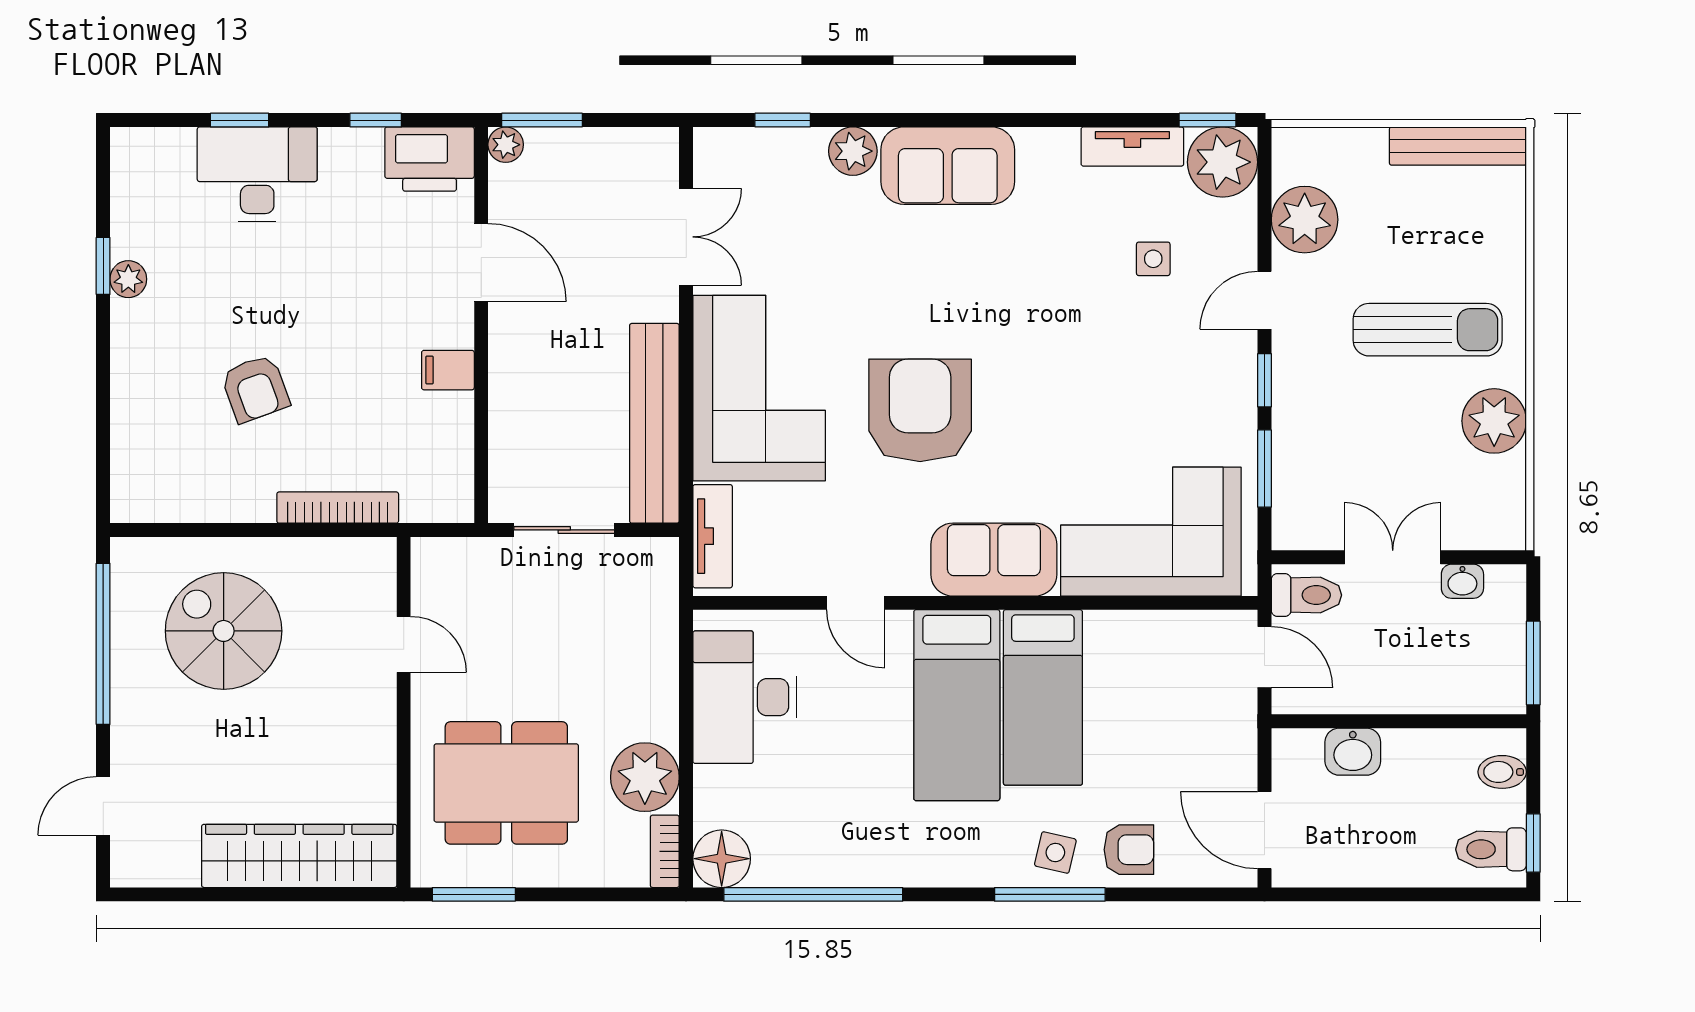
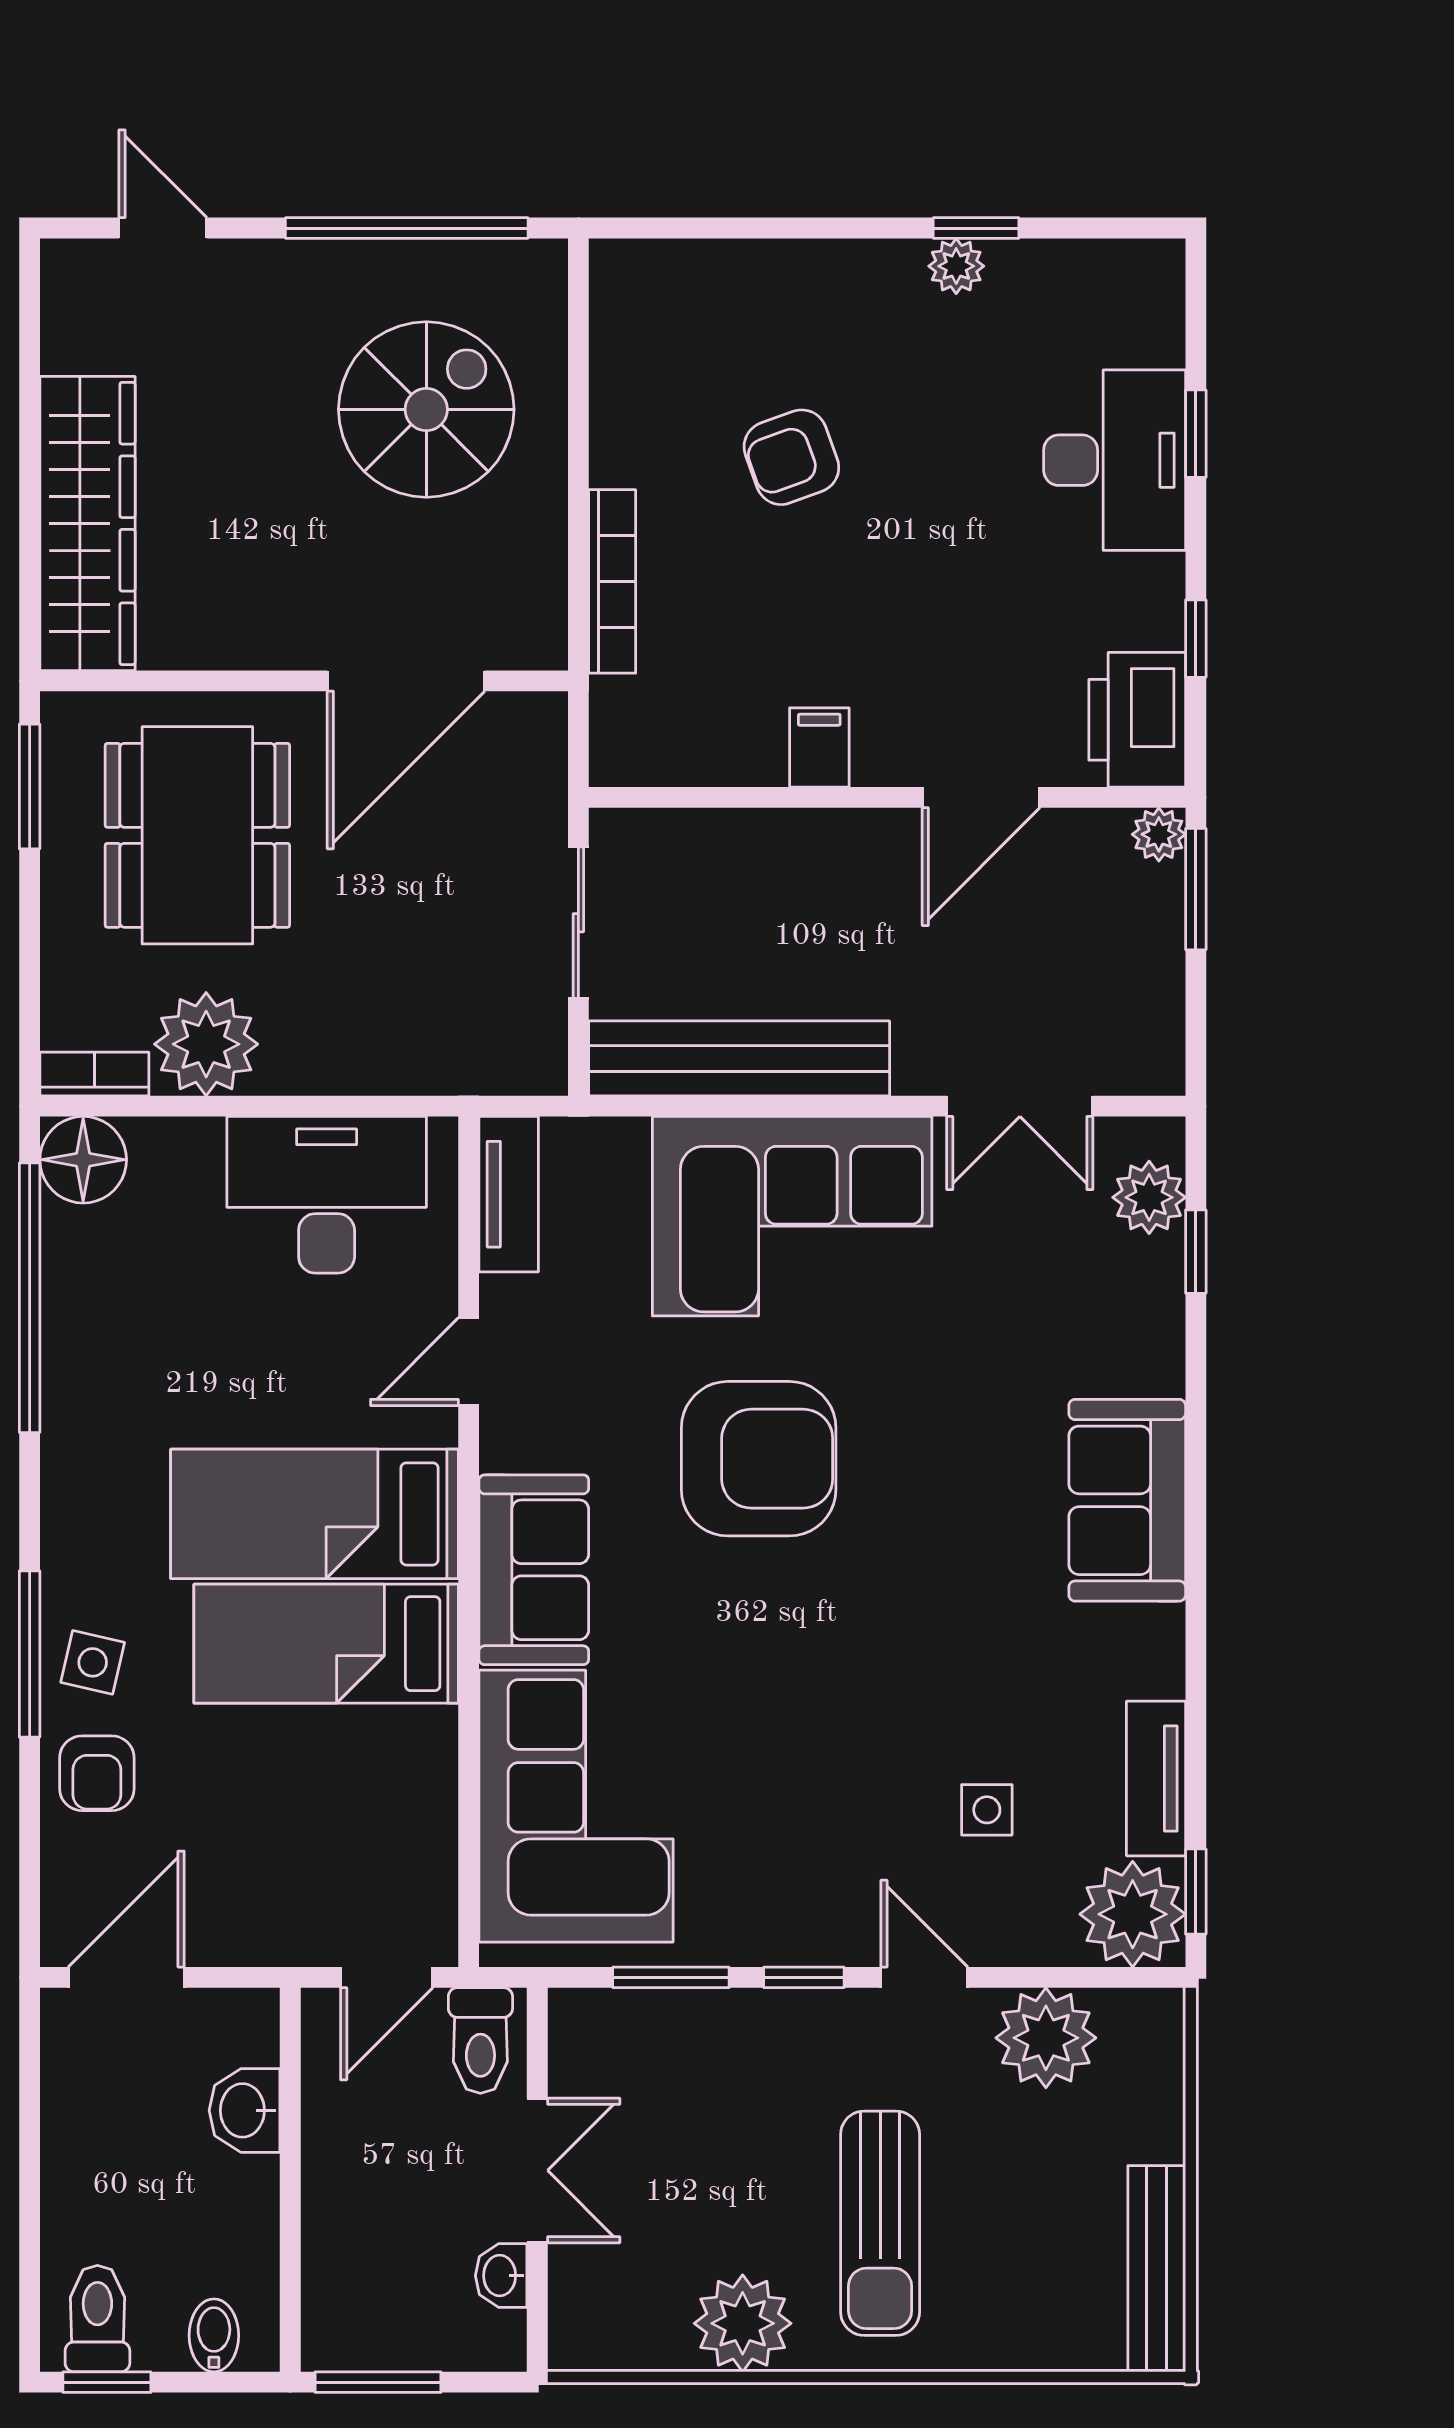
plant: (853, 151) -> (1149, 1197), moved
tv unit: (713, 536) -> (509, 1194), moved, turned -90
door: (404, 644) -> (406, 681), width x1.88

